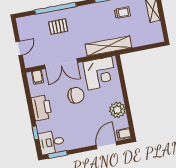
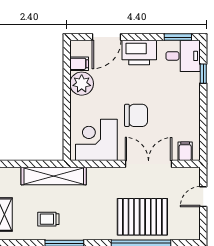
pallet: (58, 27) -> (142, 217), width x2.05, depth x2.00
shelving: (108, 46) -> (54, 176), moved
chair: (76, 95) -> (136, 115), turned 180
printer: (42, 108) -> (139, 52), moved, turned -90
filing cabinet: (124, 134) -> (79, 64), moved

